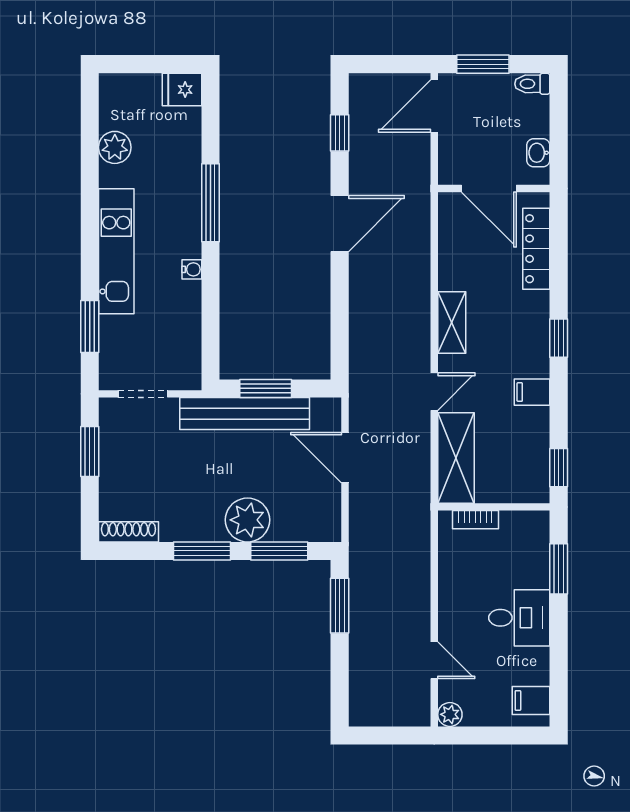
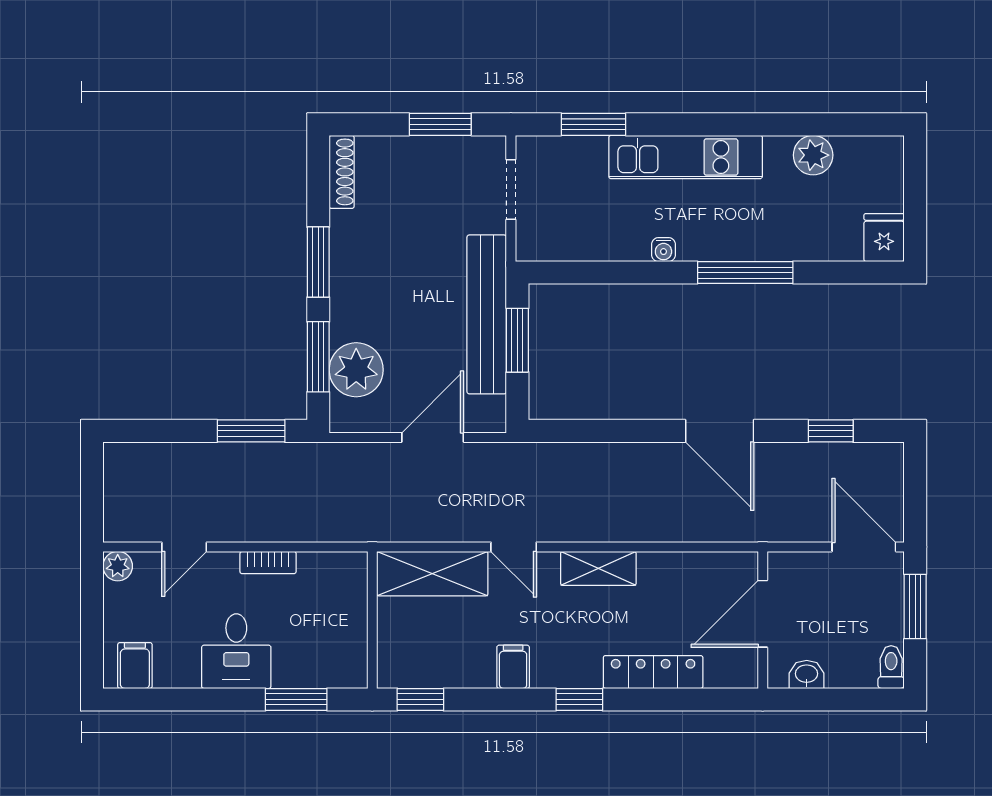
locker: (536, 249) -> (653, 672), moved
plant: (248, 520) -> (356, 370), moved
bookcase: (475, 520) -> (268, 563), moved, turned -90

